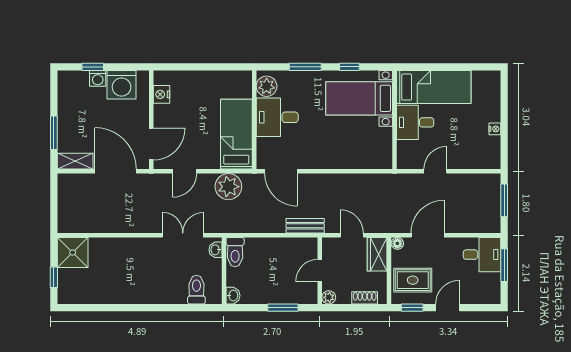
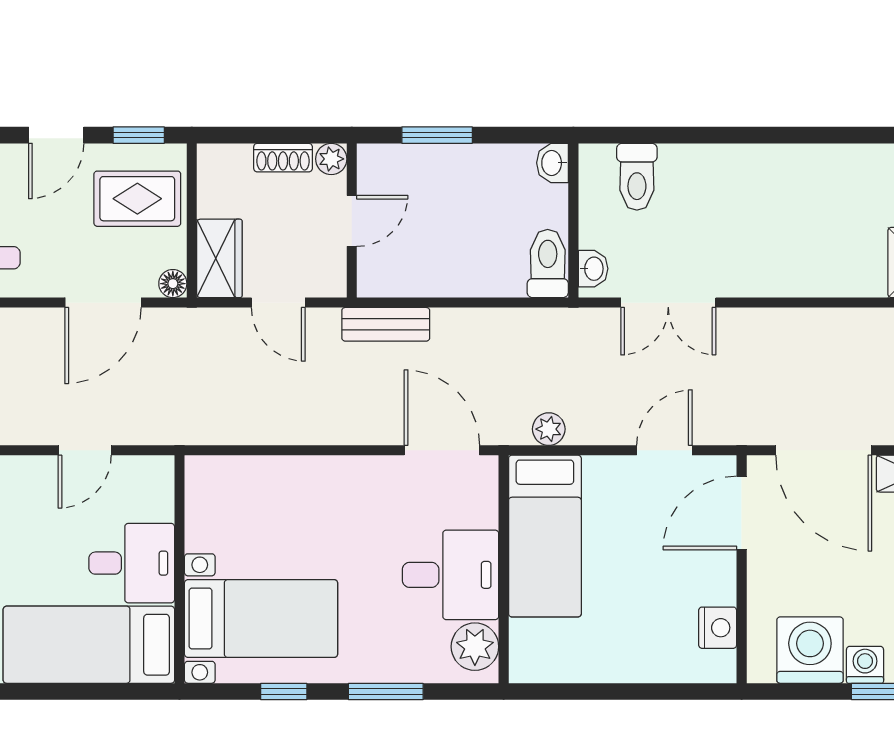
plant: (228, 187) -> (549, 429), width x0.53, depth x0.53
shoe rack: (365, 298) -> (283, 158), moved

